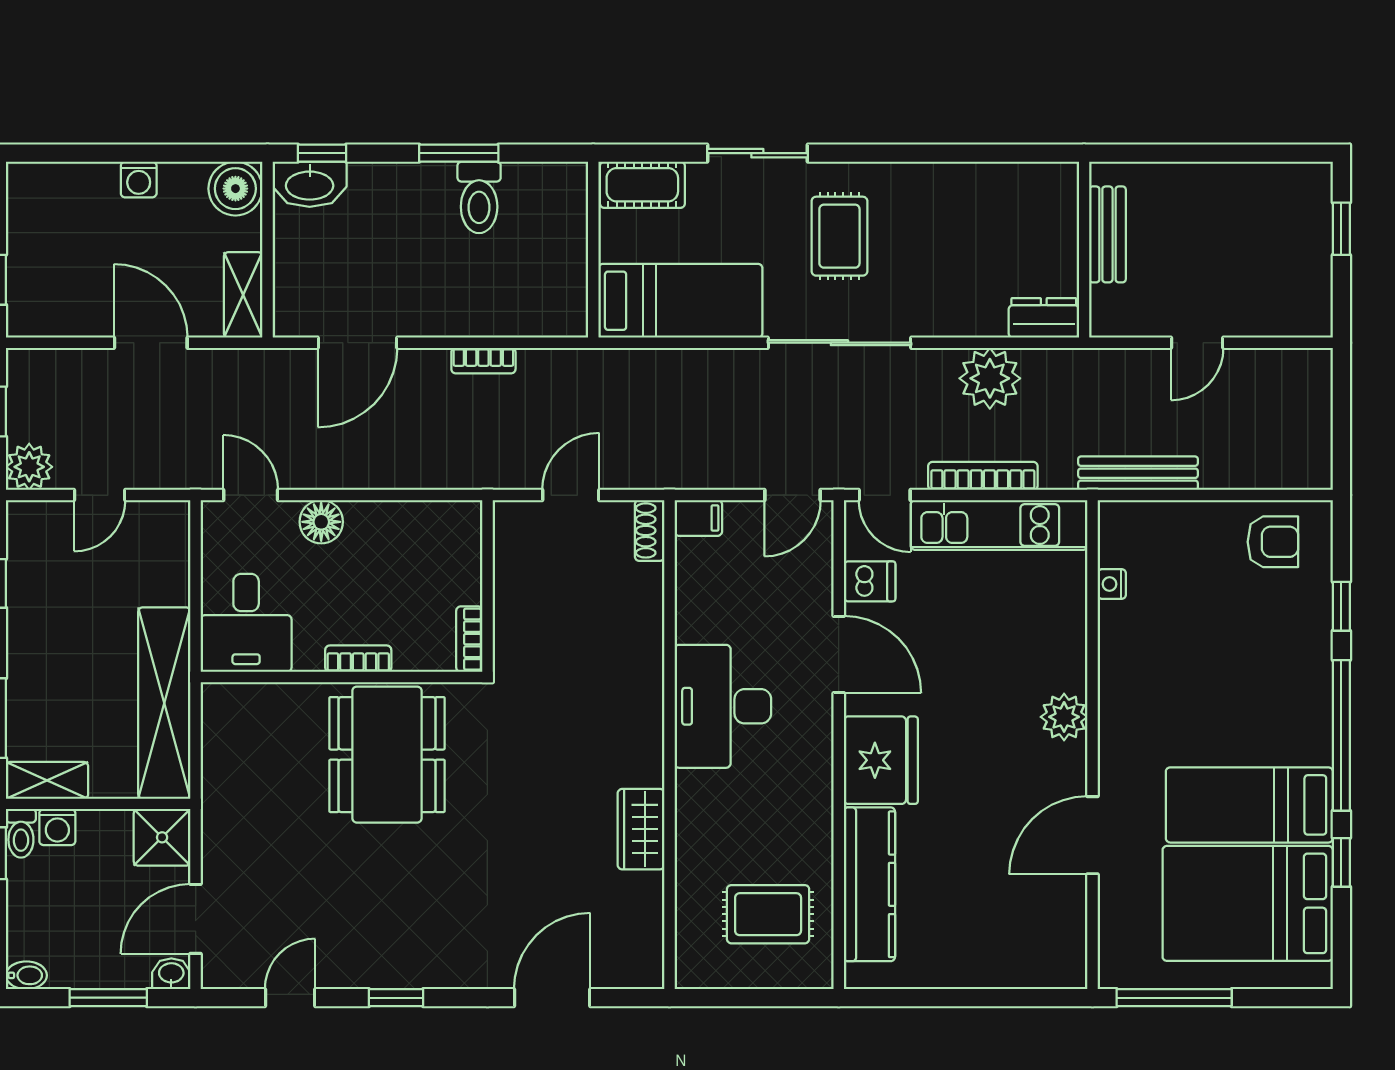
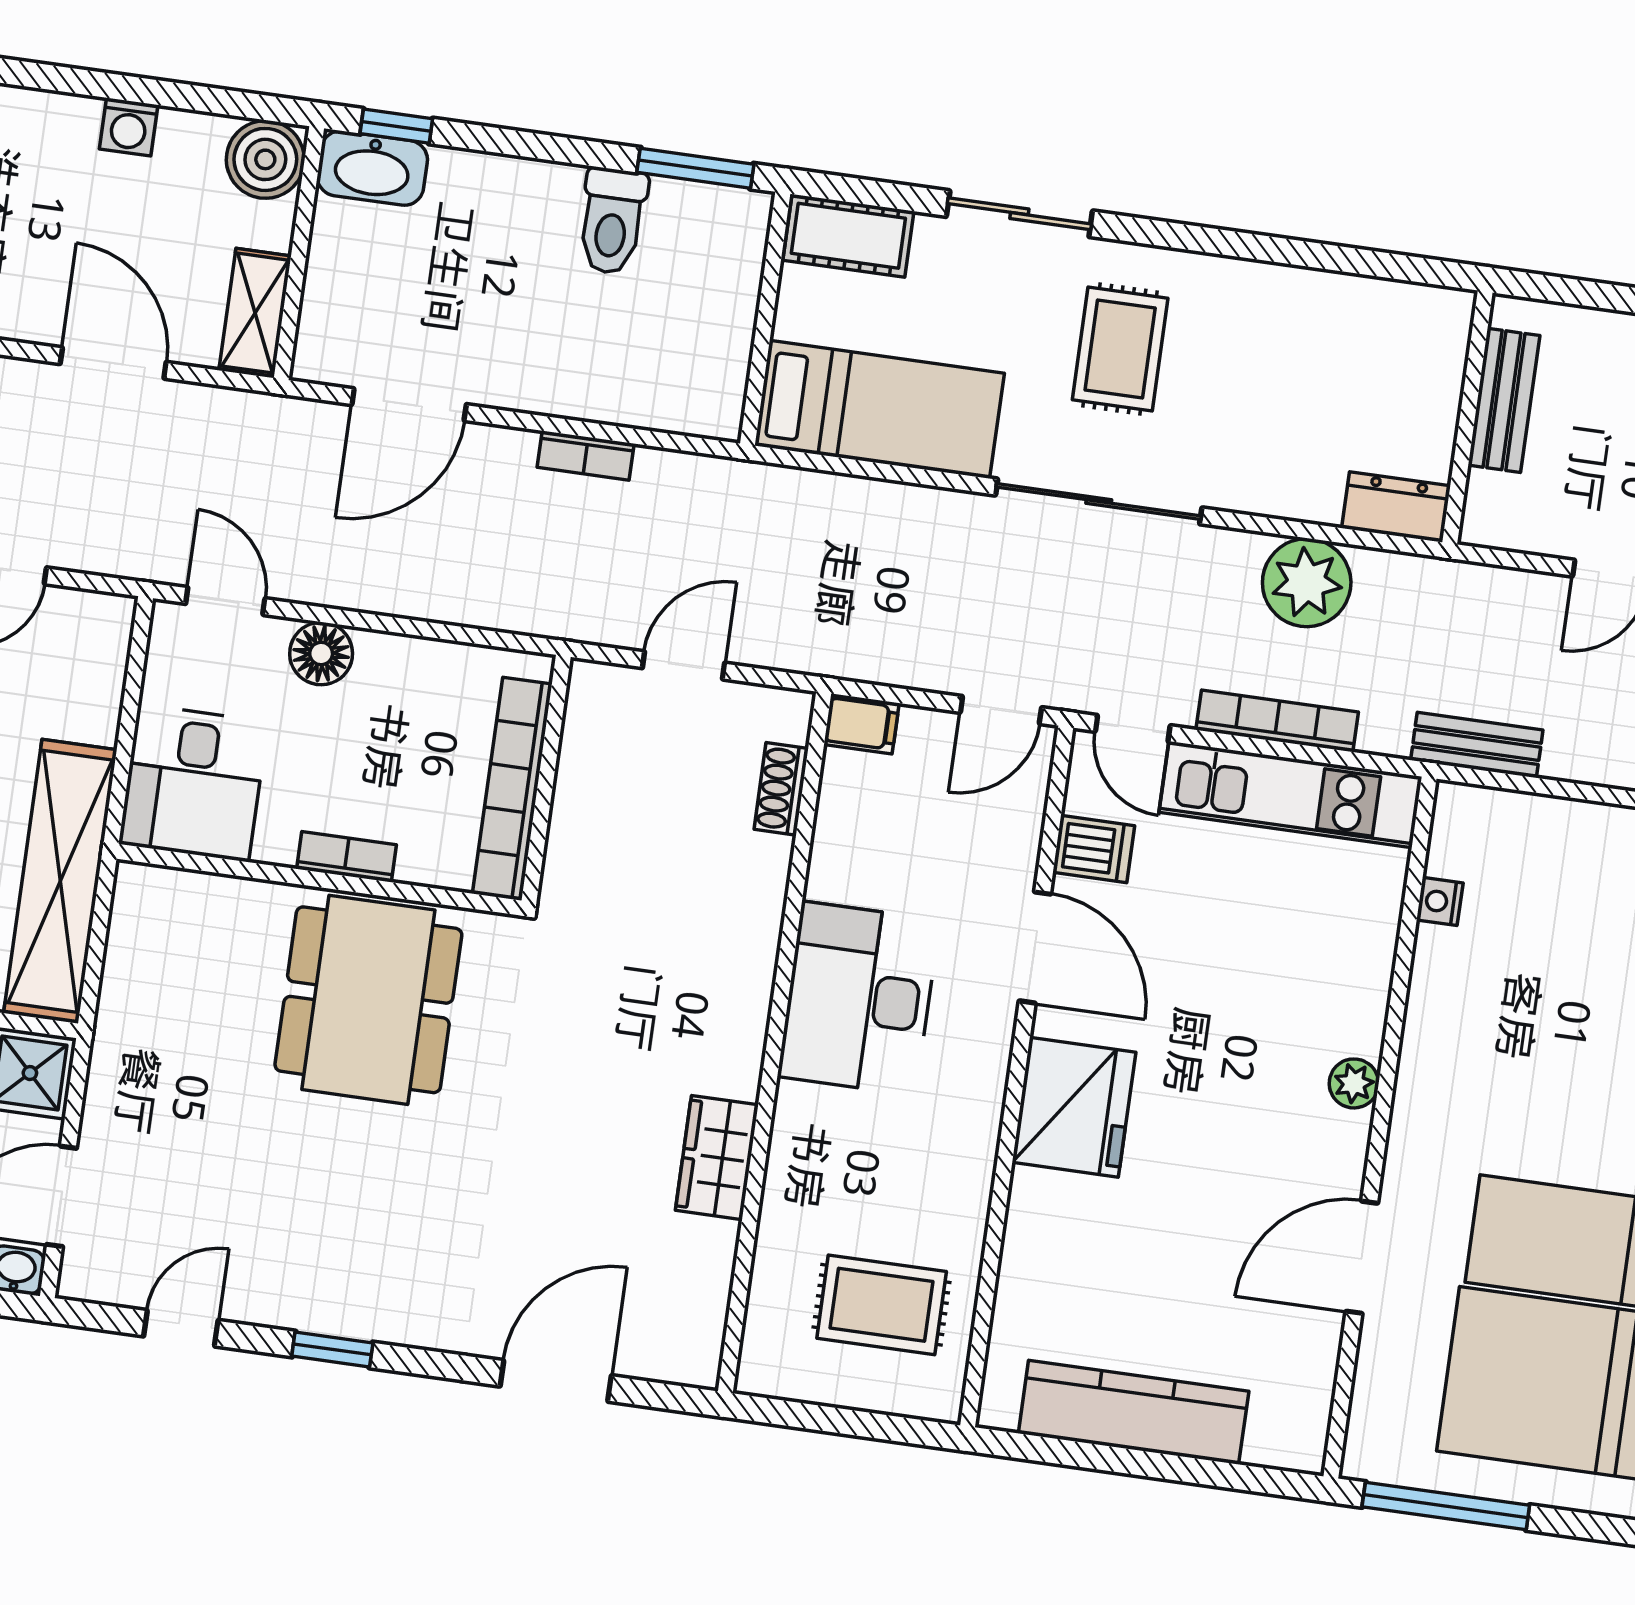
window: (459, 153) -> (695, 168), moved
bench: (1138, 473) -> (1477, 745), width x0.73
shoe rack: (650, 530) -> (781, 789), moved
bookcase: (469, 639) -> (512, 789), width x2.31, depth x1.31
plant: (1064, 717) -> (1354, 1083), width x0.73, depth x0.73
kitchen counter: (869, 884) -> (1134, 1412), moved, turned -90

